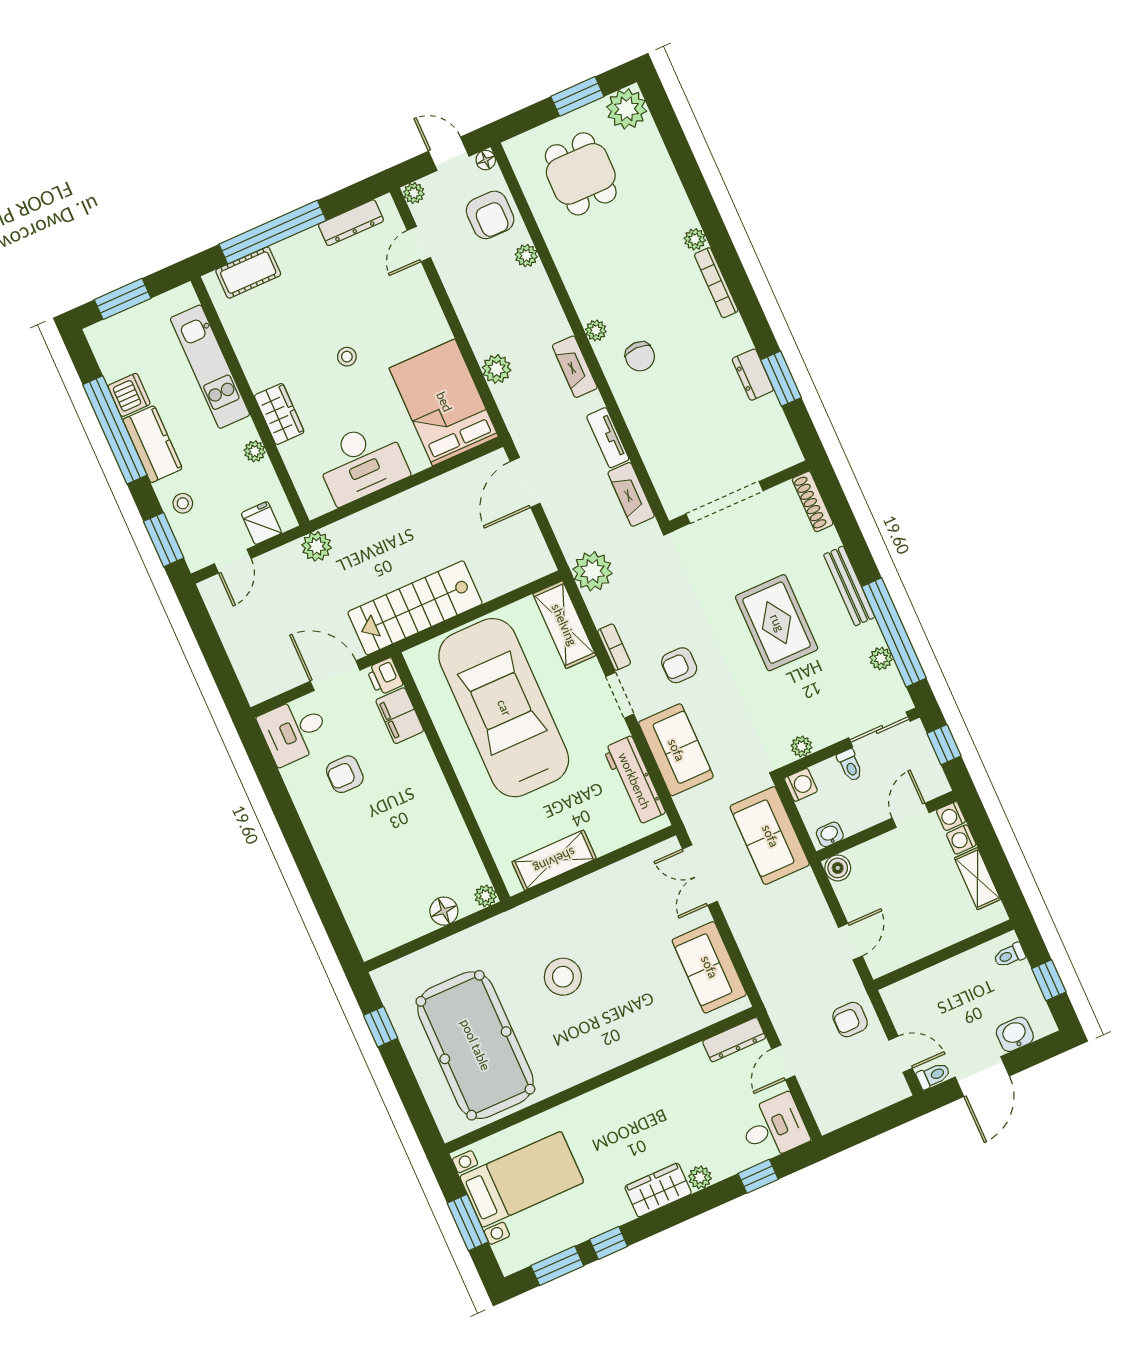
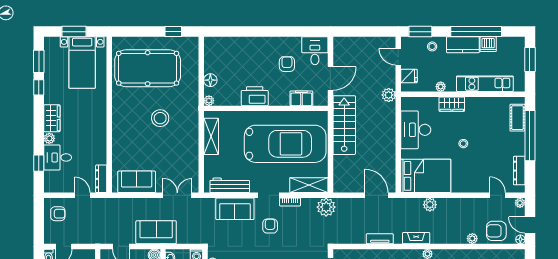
door: (449, 154) -> (530, 225), swing flipped
fireplace: (631, 494) -> (351, 238), removed
printer: (385, 677) -> (255, 96), moved, width x1.87, depth x1.48
sofa: (770, 836) -> (156, 232), moved
armchair: (850, 1020) -> (58, 214), moved, turned 90
desk: (774, 1127) -> (58, 157), moved, turned 90

